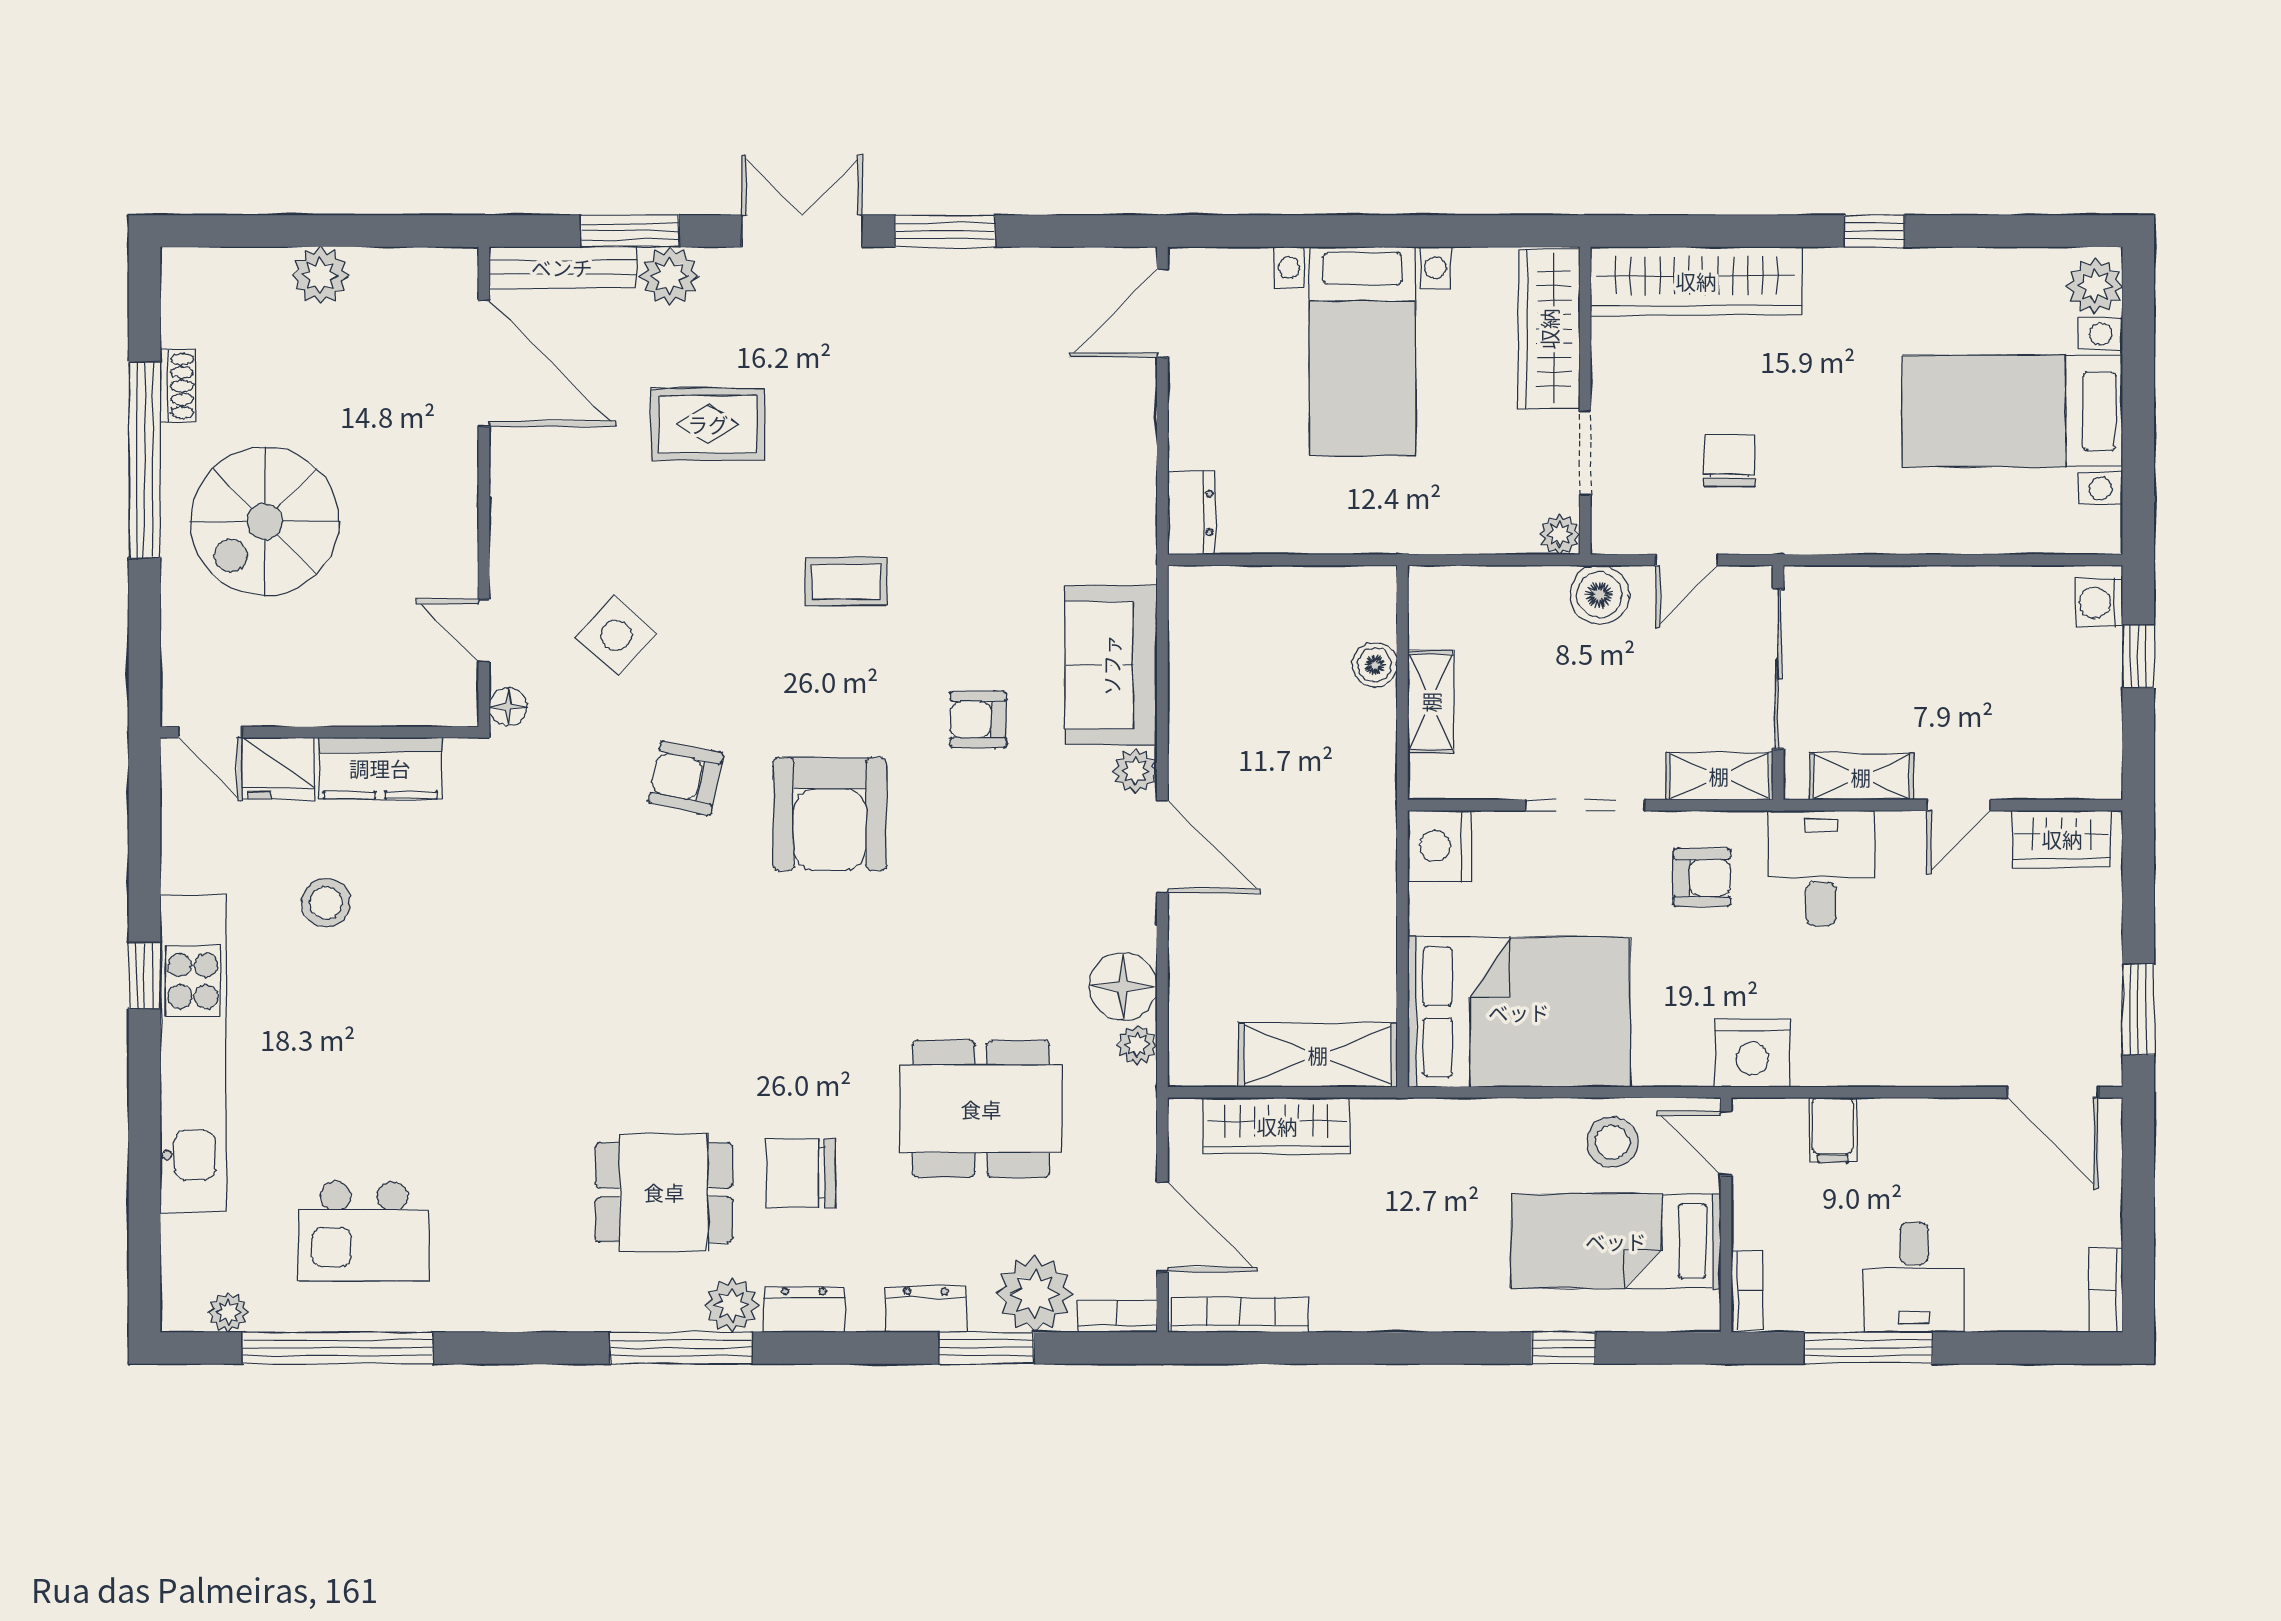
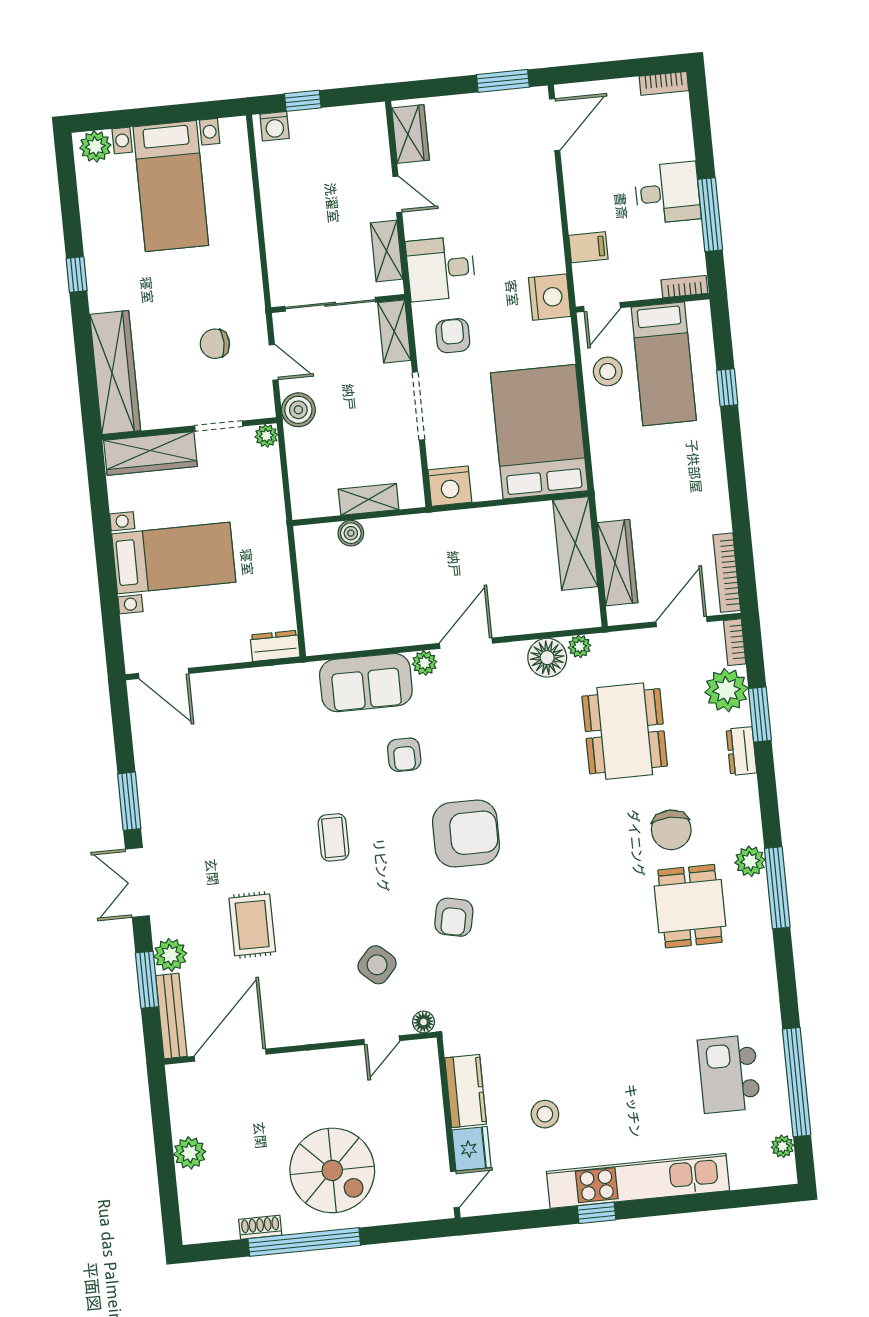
kitchen island: (364, 1231) -> (729, 1074), turned 180
dresser: (804, 1309) -> (748, 820), removed

